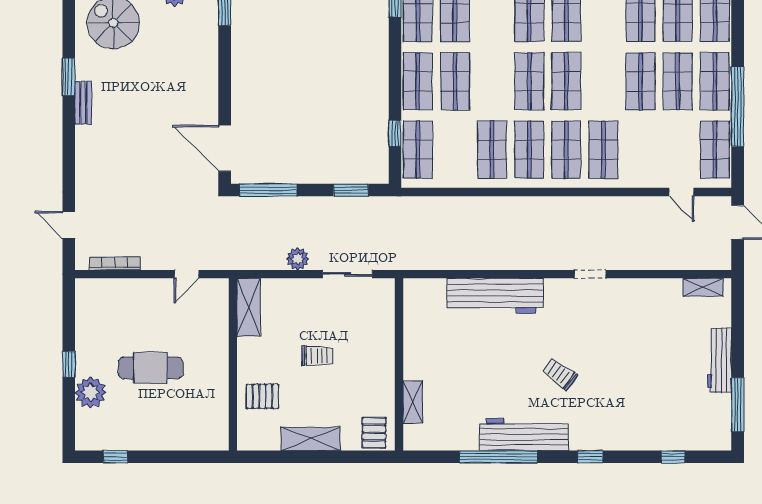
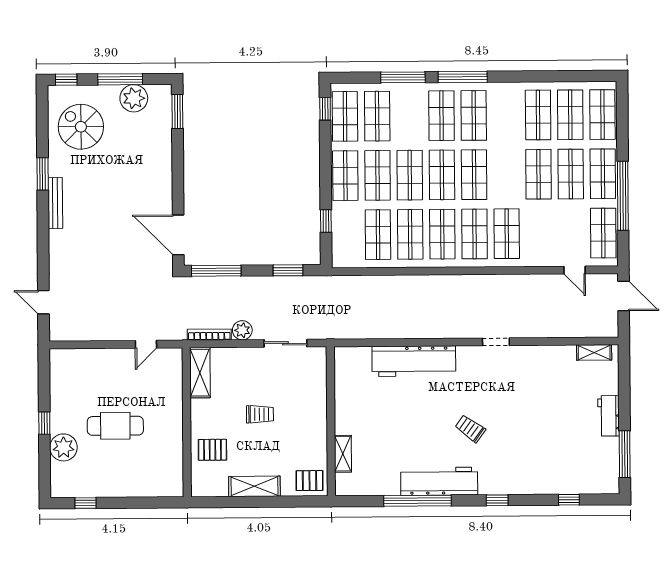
shop shelf: (492, 81) -> (410, 175), added
bench: (83, 103) -> (55, 203), width x1.36
shop shelf: (418, 150) -> (378, 235), moved
bookcase: (115, 264) -> (209, 335), moved
workbench: (719, 360) -> (609, 416), width x0.73
pallet: (374, 433) -> (309, 481), turned 90

